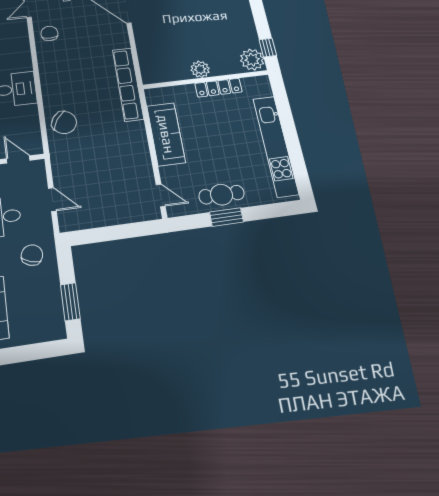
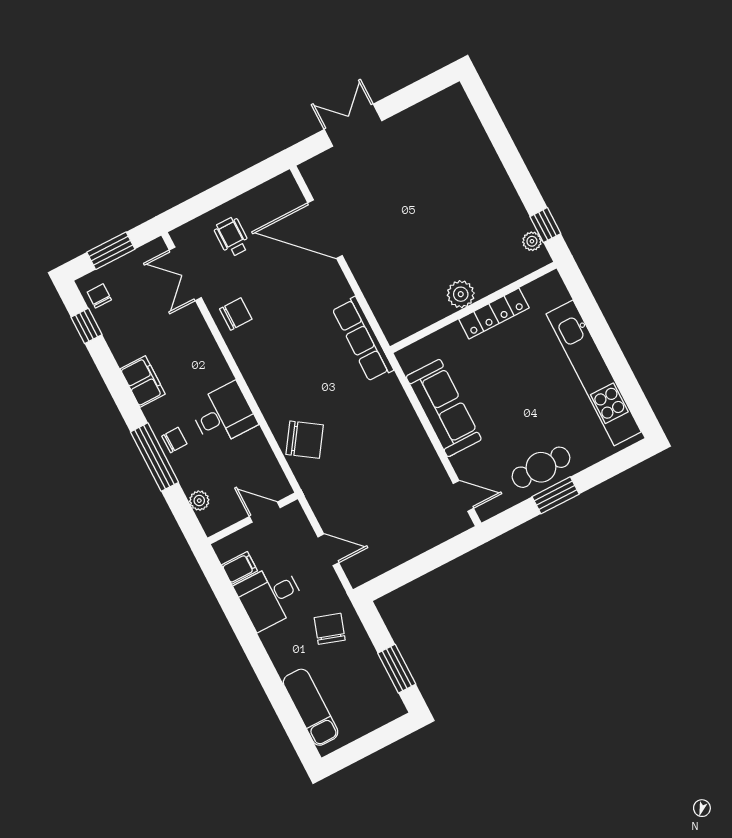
chair: (49, 33) -> (236, 314), turned 90
plant: (252, 60) -> (532, 241), width x0.53, depth x0.53
row of seats: (128, 84) -> (363, 339), width x0.73

